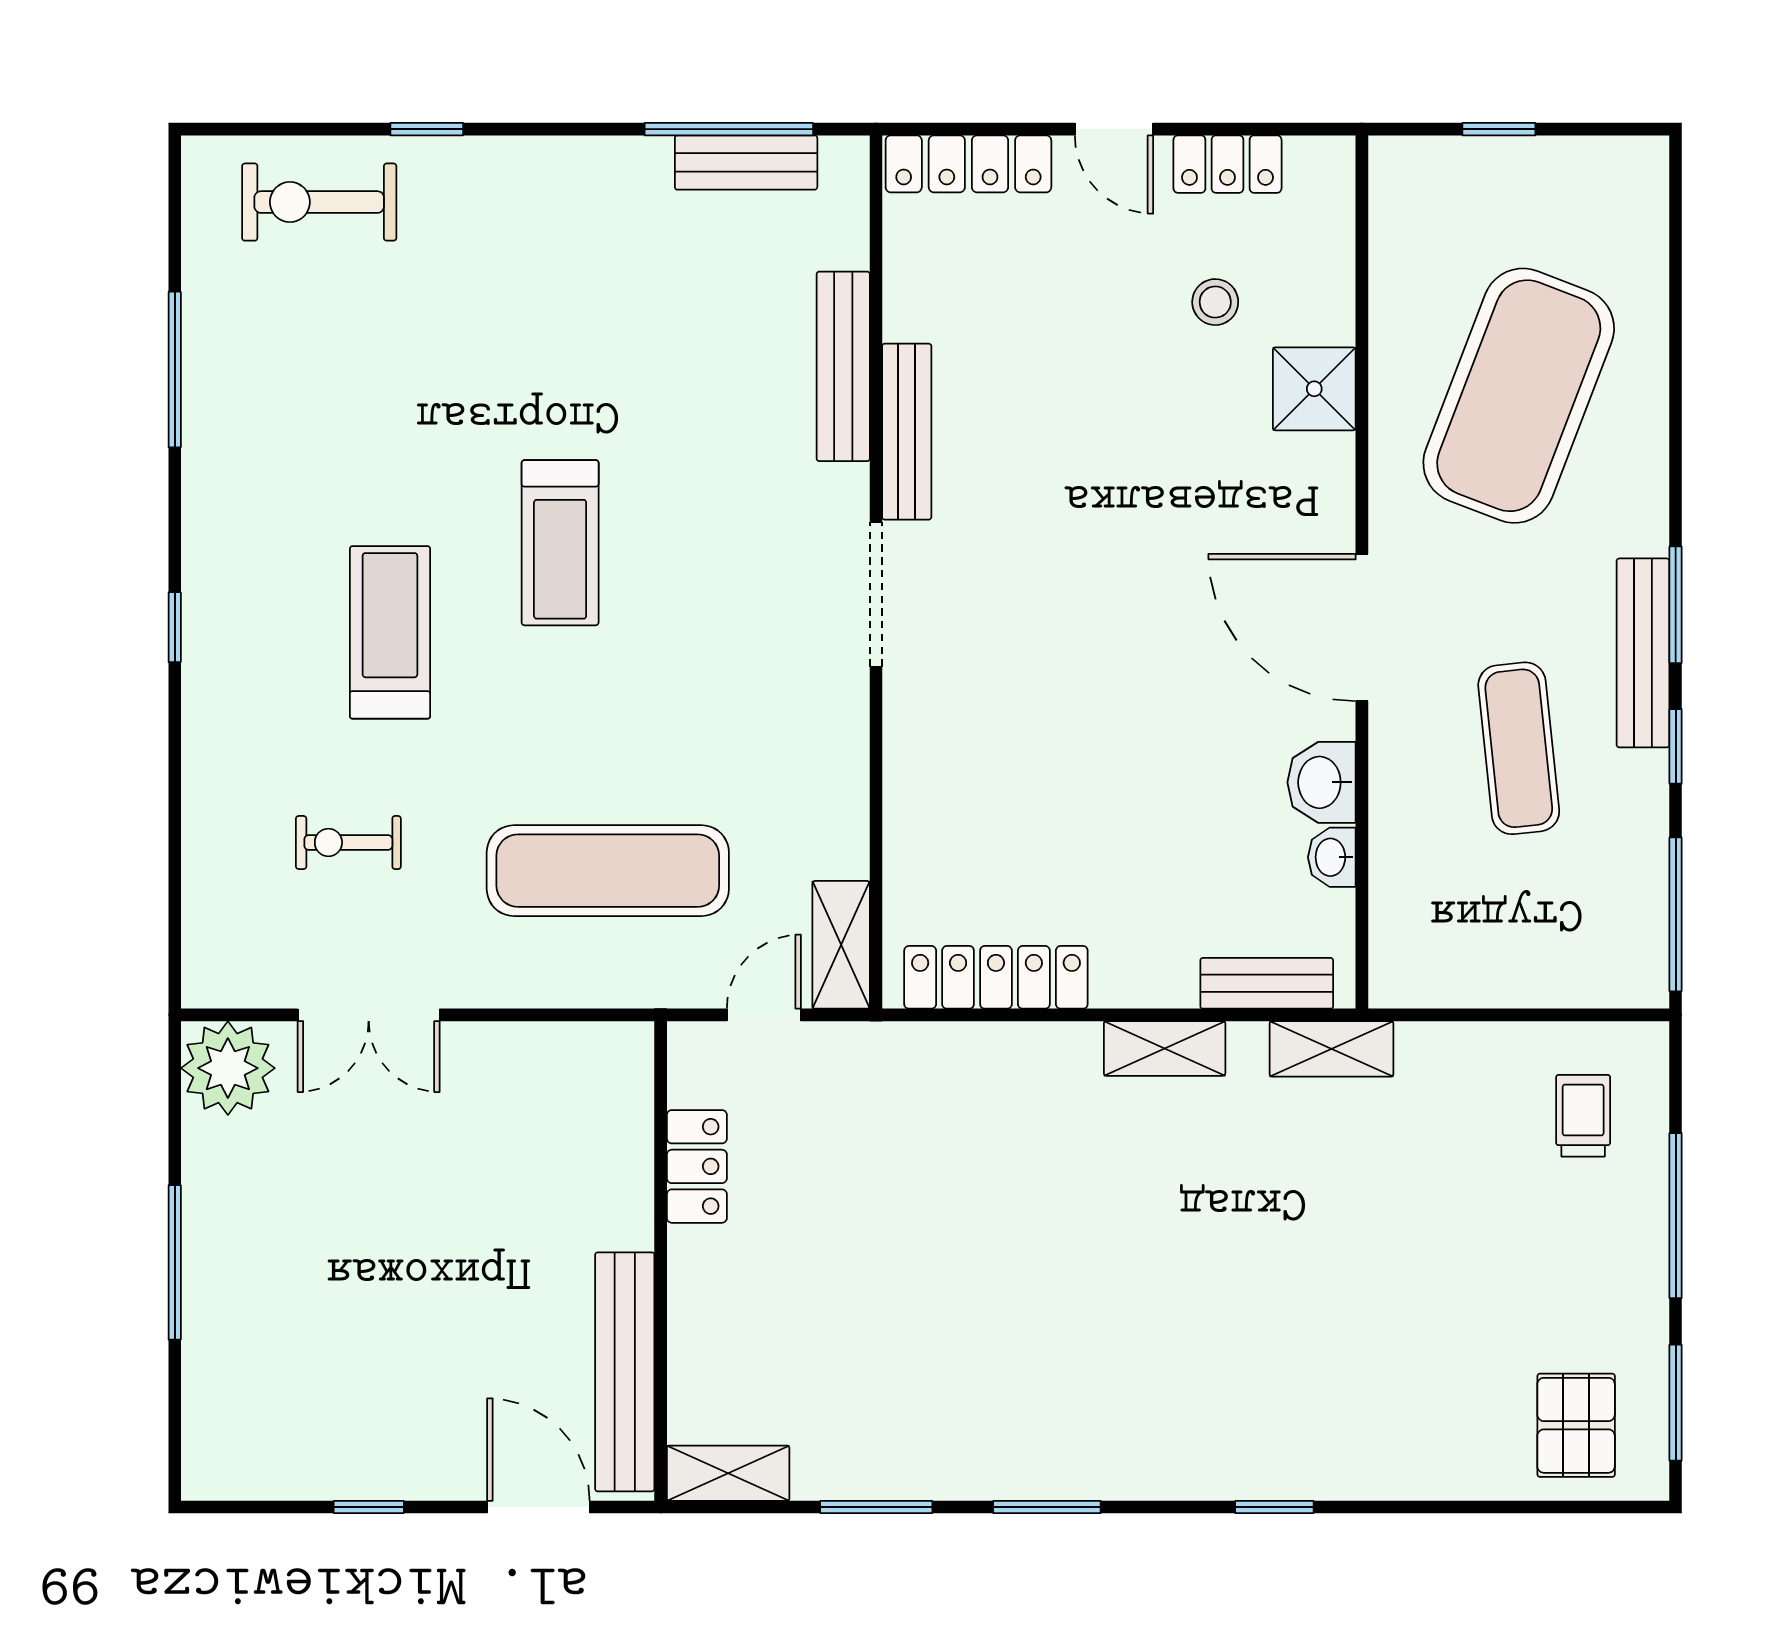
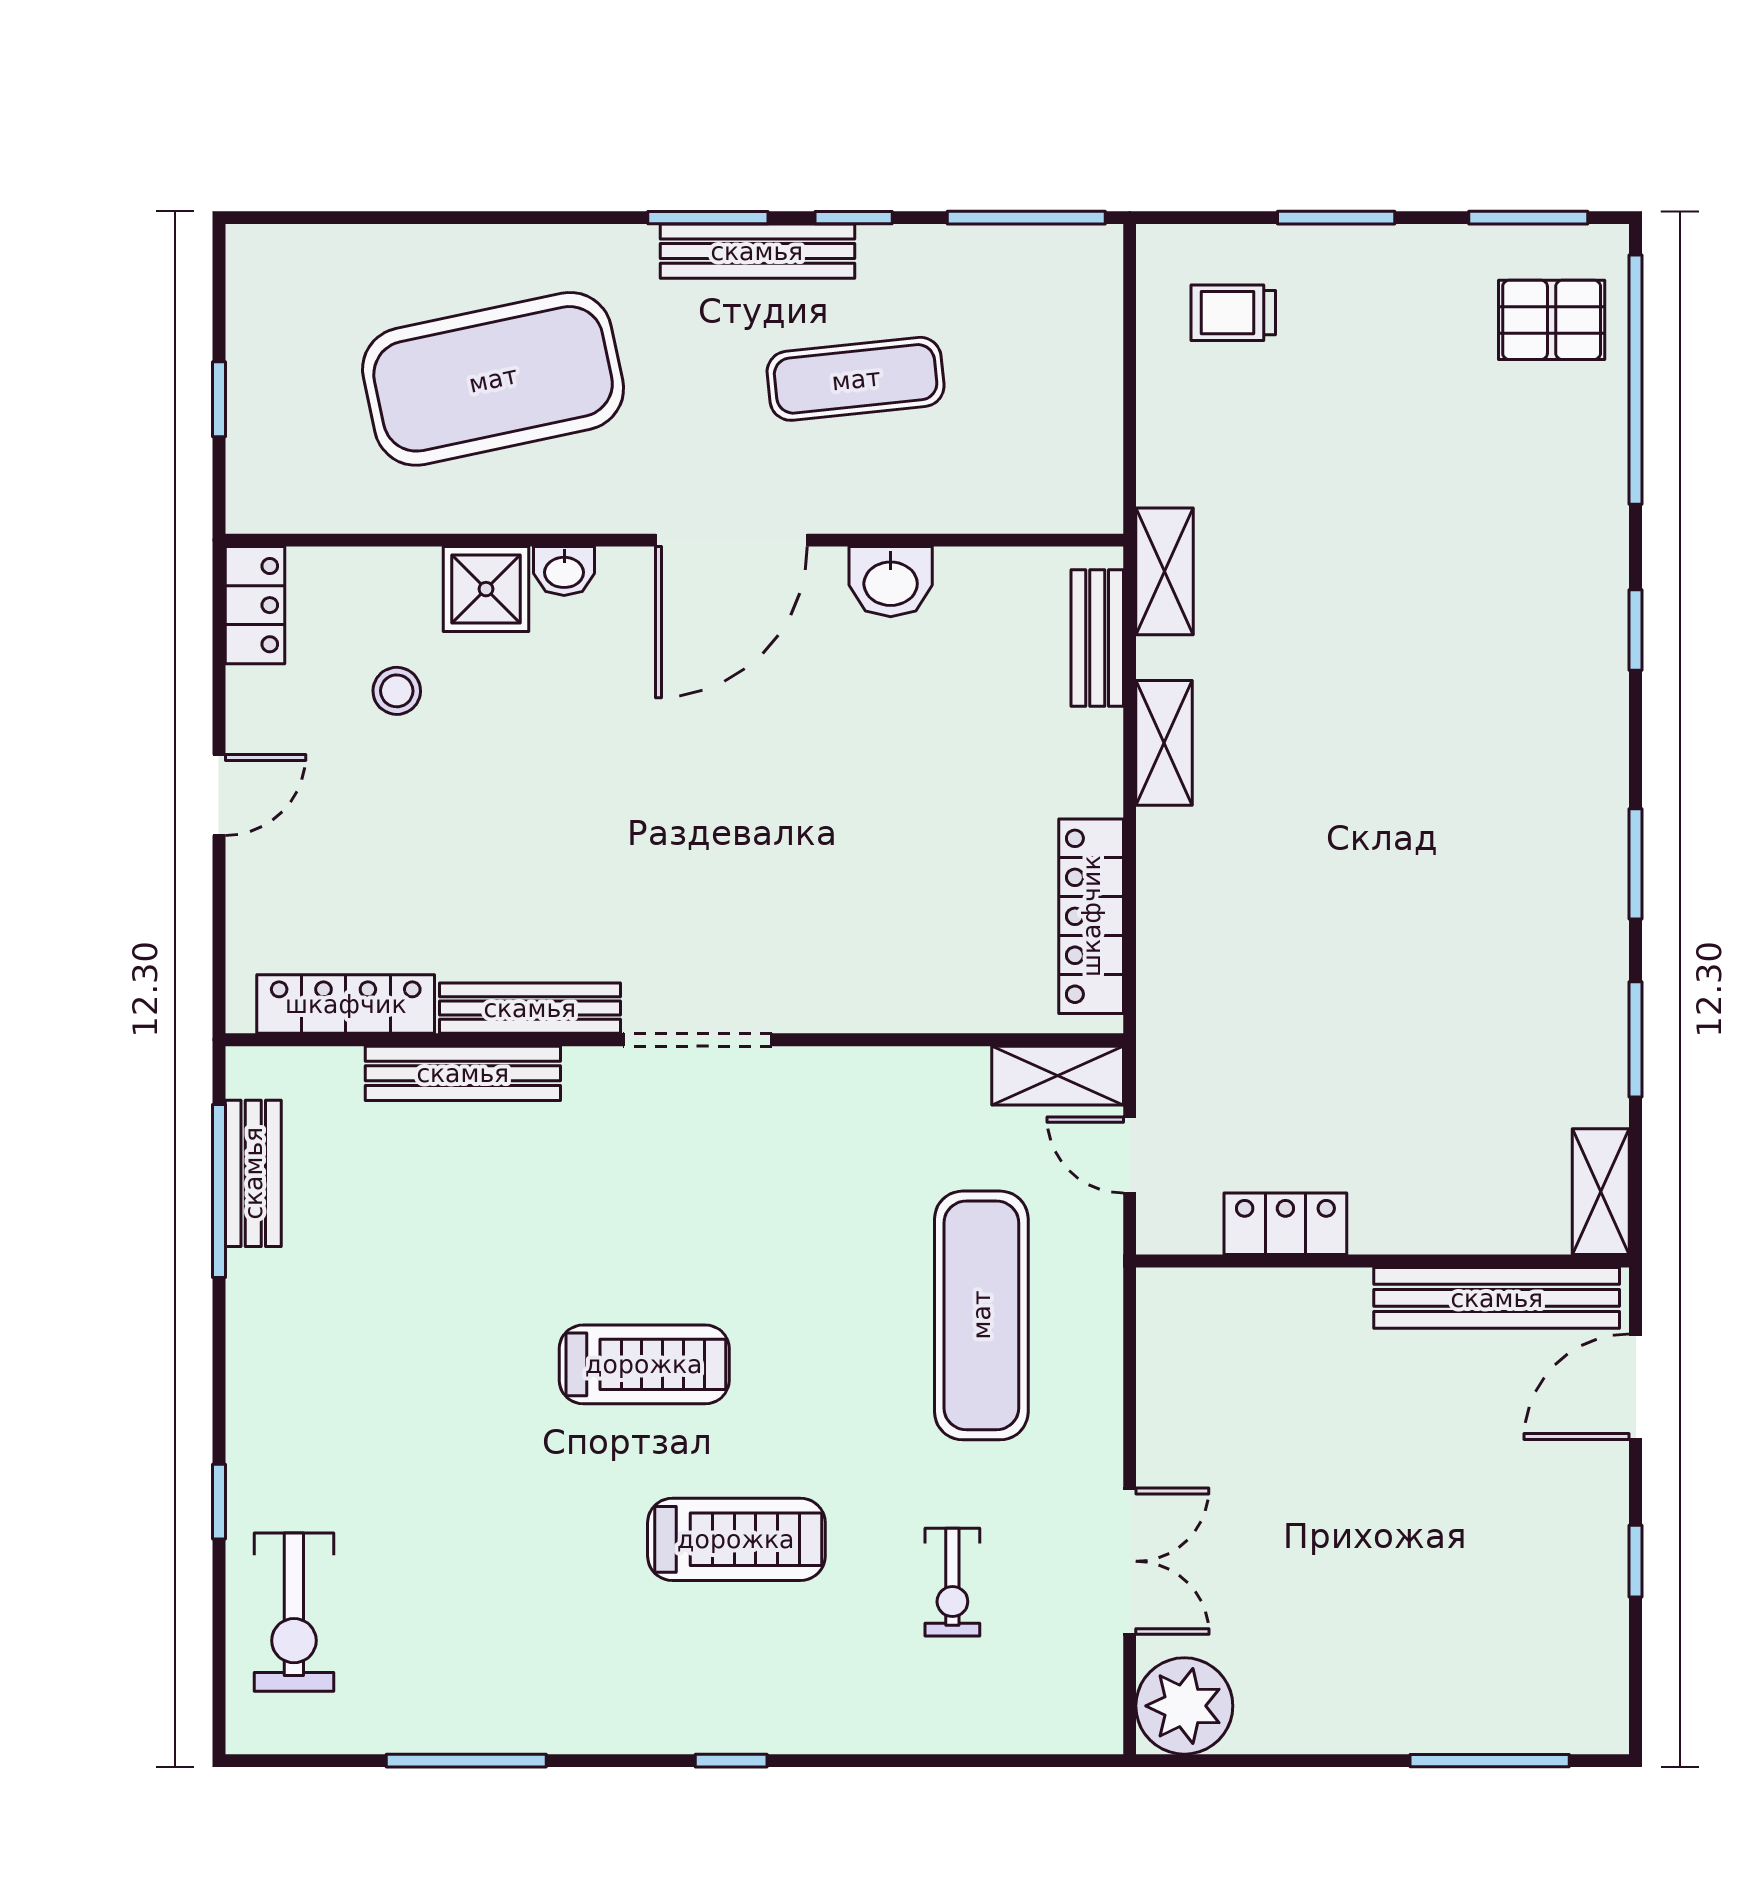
locker: (968, 164) -> (346, 1004), moved, turned -90
locker: (1227, 164) -> (255, 605), moved
exercise mat: (1519, 396) -> (493, 379), turned -33
treadmill: (390, 632) -> (736, 1539), turned 180
washbasin: (1332, 857) -> (564, 571), moved
window: (1676, 1216) -> (1336, 218), width x0.69
window: (175, 1262) -> (1490, 1761), moved
window: (1518, 1507) -> (1636, 380), added

